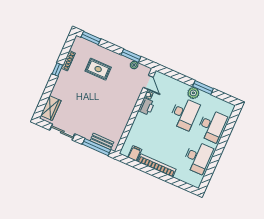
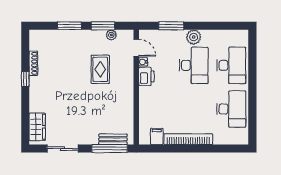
window: (91, 38) -> (69, 26), moved
rug: (98, 69) -> (100, 69), moved, turned 90
window: (203, 87) -> (171, 26), moved

